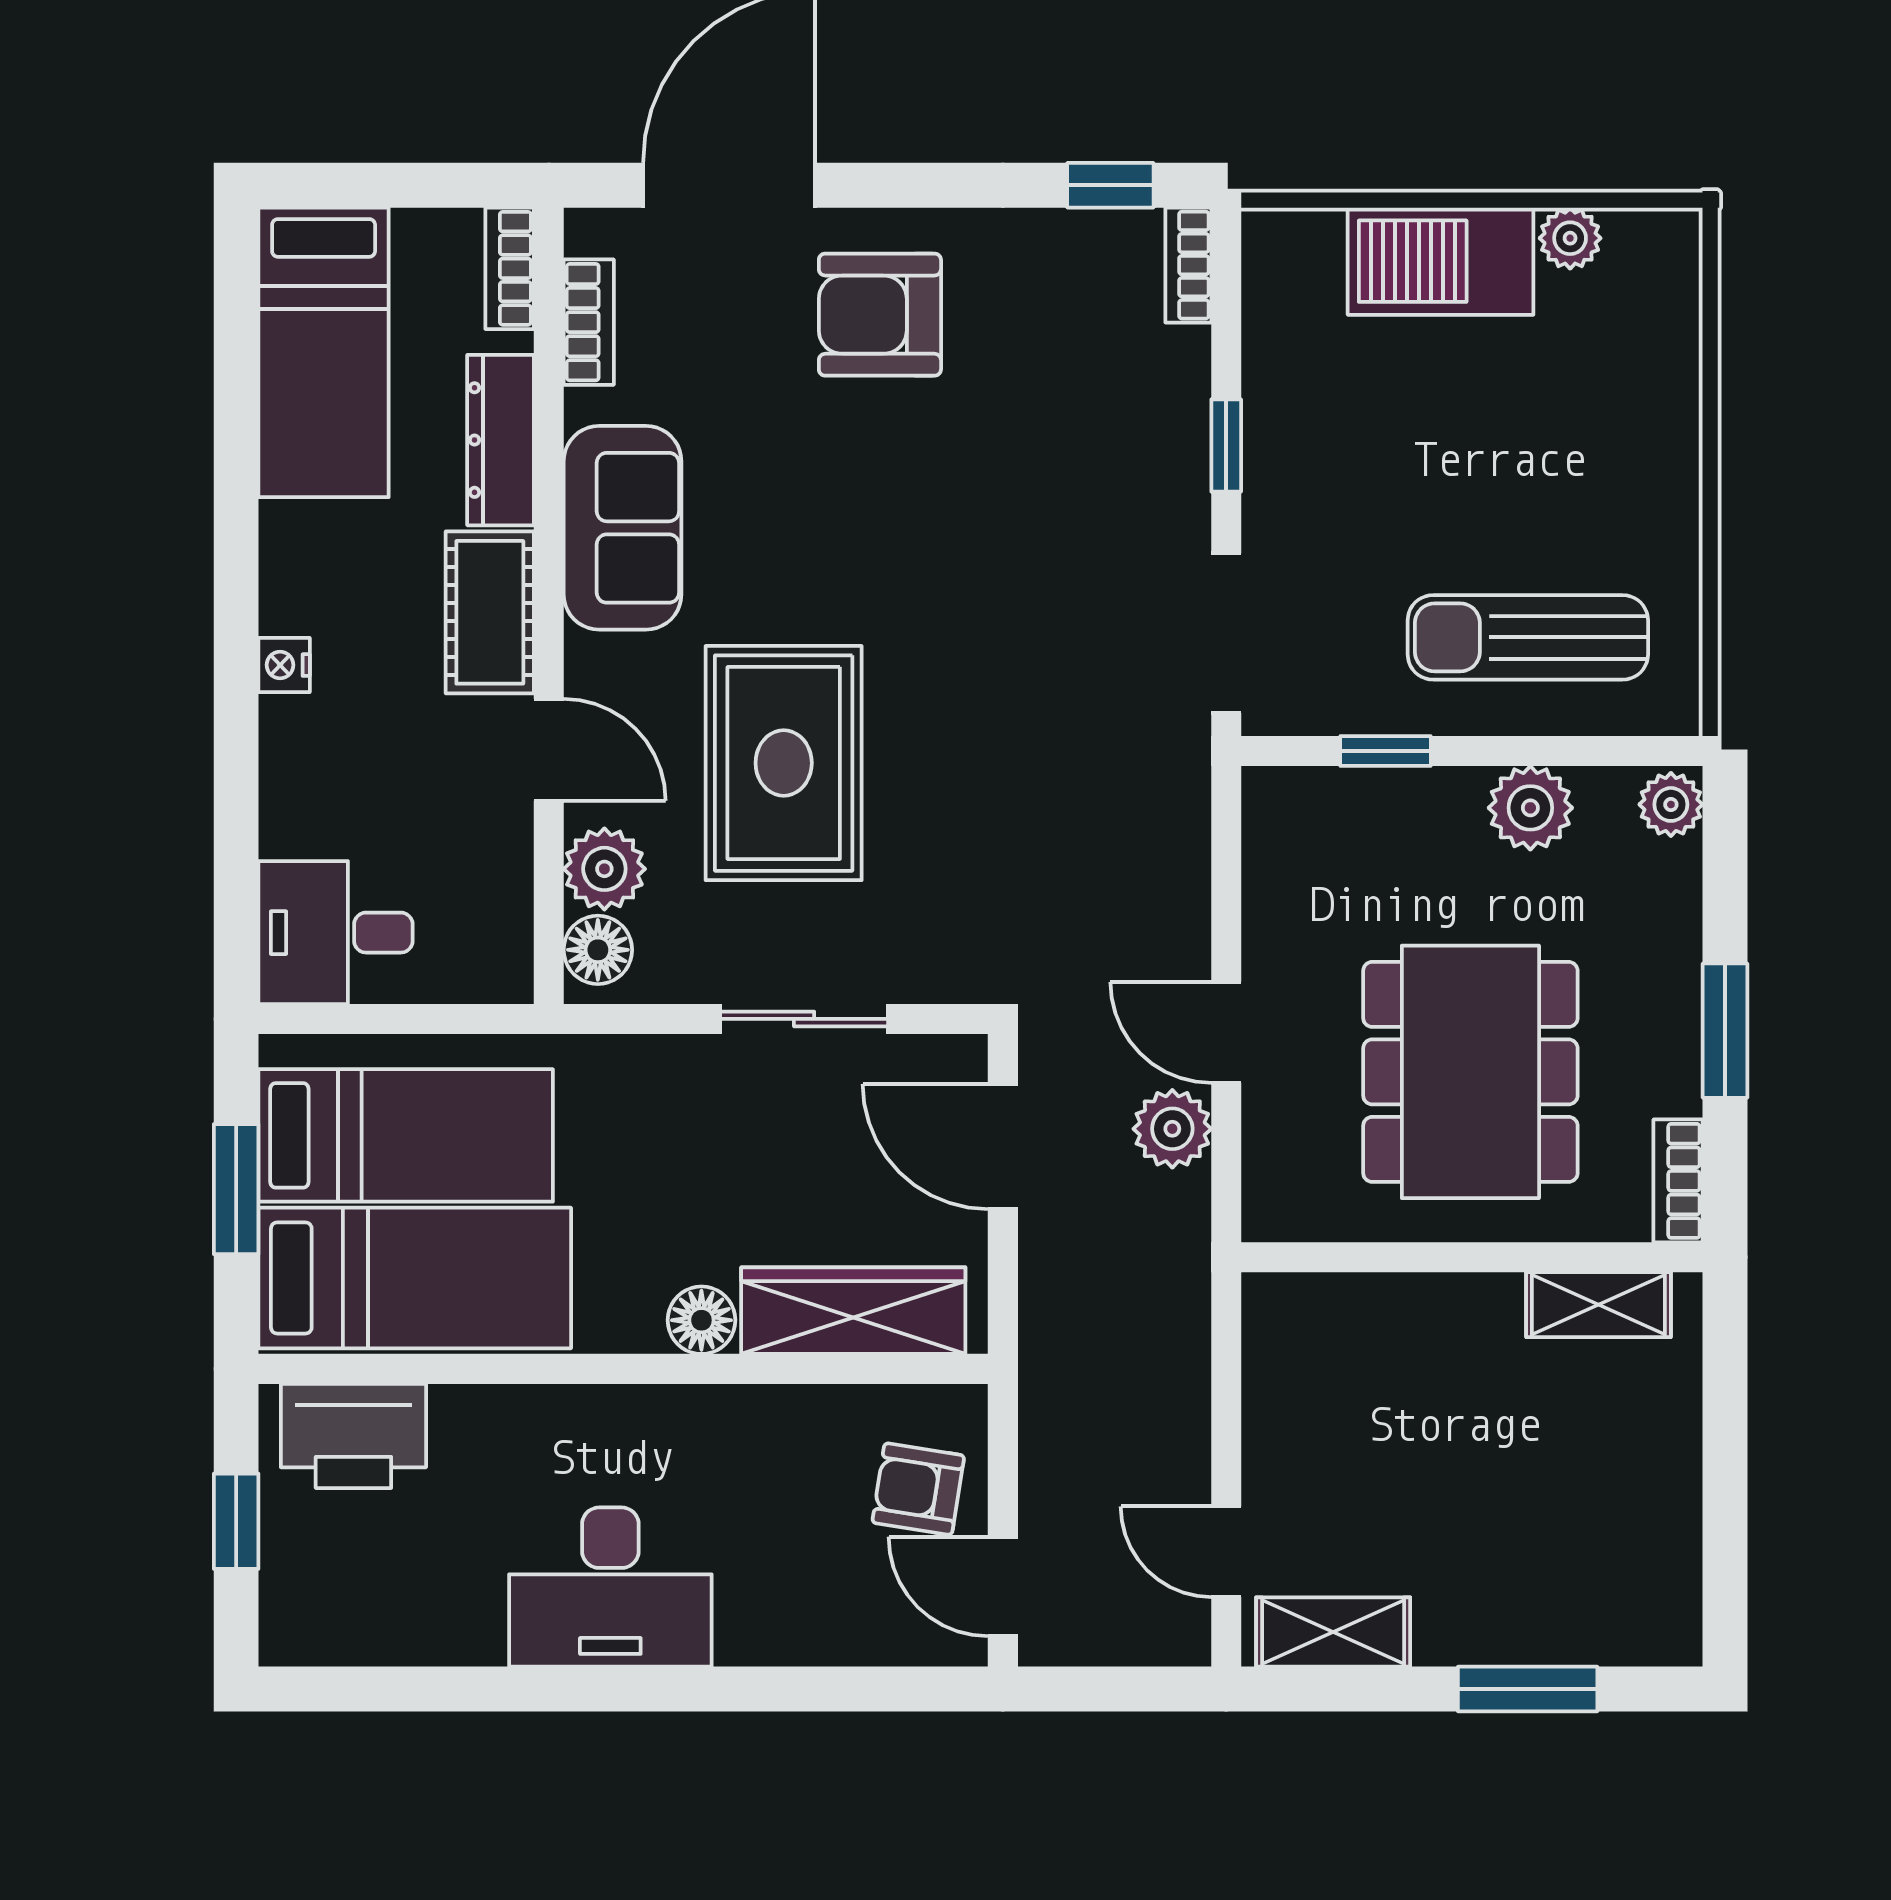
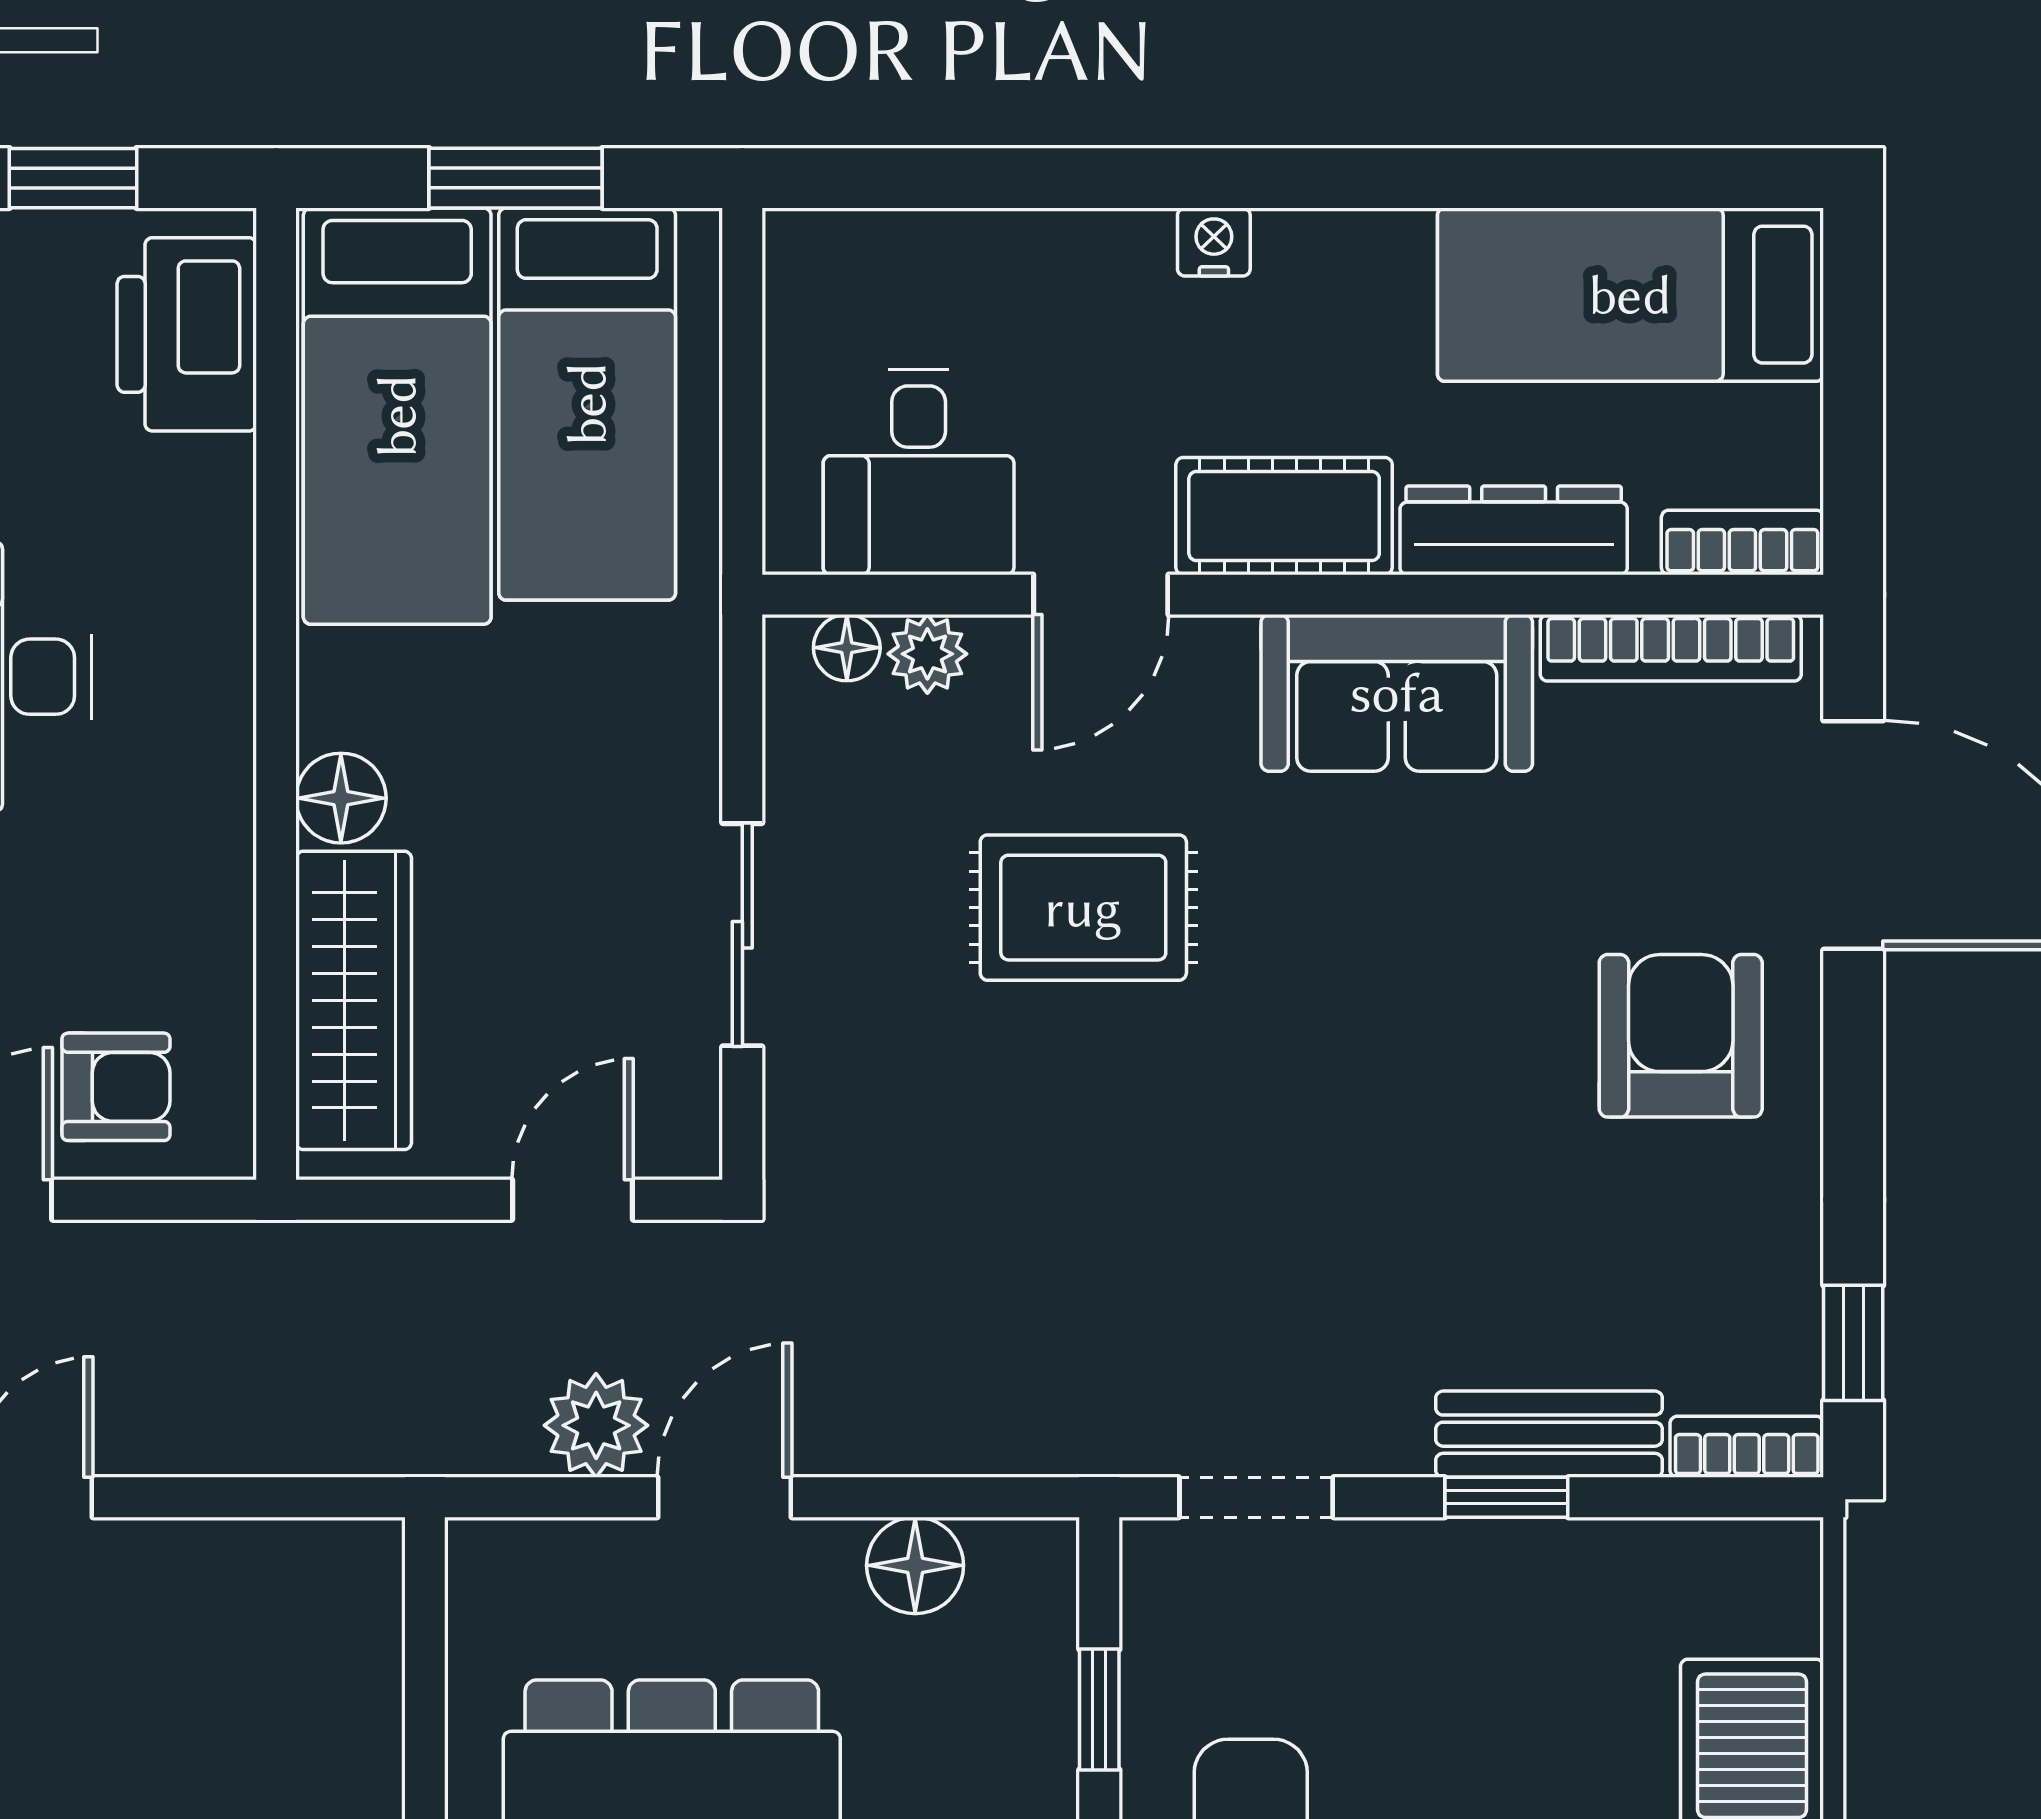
bookcase: (589, 322) -> (1671, 648), width x1.56
bench: (1179, 413) -> (1549, 1434), added
doorway: (1226, 633) -> (1256, 1497), width x0.73
rug: (784, 763) -> (1083, 908), width x0.73, depth x0.70
plant: (604, 869) -> (927, 654), width x0.73, depth x0.73
floor lamp: (1277, 889) -> (915, 1565), added
desk: (336, 933) -> (919, 472), moved, turned 180
floor lamp: (598, 950) -> (847, 648), width x0.73, depth x0.73
door: (1003, 1146) -> (572, 1200), width x0.73
armchair: (918, 1489) -> (116, 1087), turned 81

